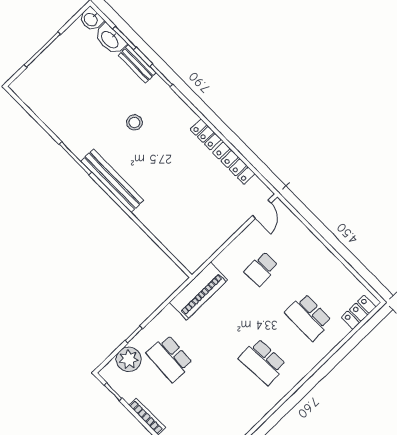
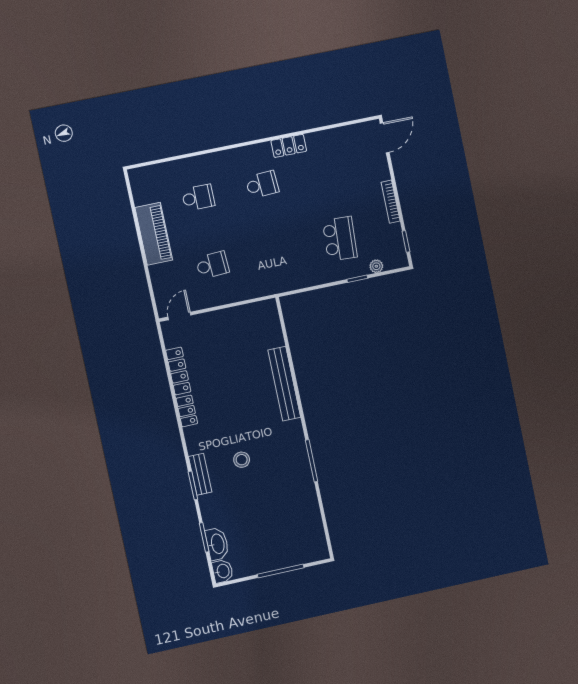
bench: (137, 64) -> (200, 474), moved
bench: (112, 181) -> (284, 384), moved
piano: (199, 291) -> (154, 234), moved, turned 90
locker: (359, 312) -> (289, 146), moved
school desk: (308, 317) -> (198, 198), width x0.54
plant: (129, 359) -> (376, 266), width x0.53, depth x0.53
school desk: (263, 362) -> (262, 185), width x0.54

